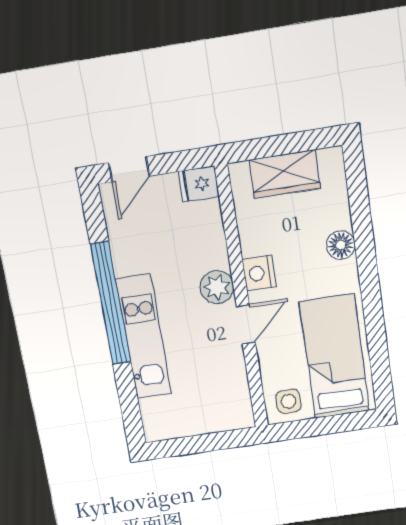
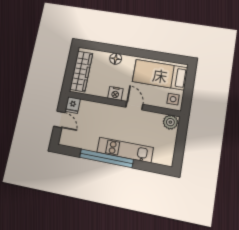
door: (129, 169) -> (59, 119), moved
wardrobe: (285, 174) -> (81, 71), width x1.50
plant: (217, 287) -> (170, 122), moved

